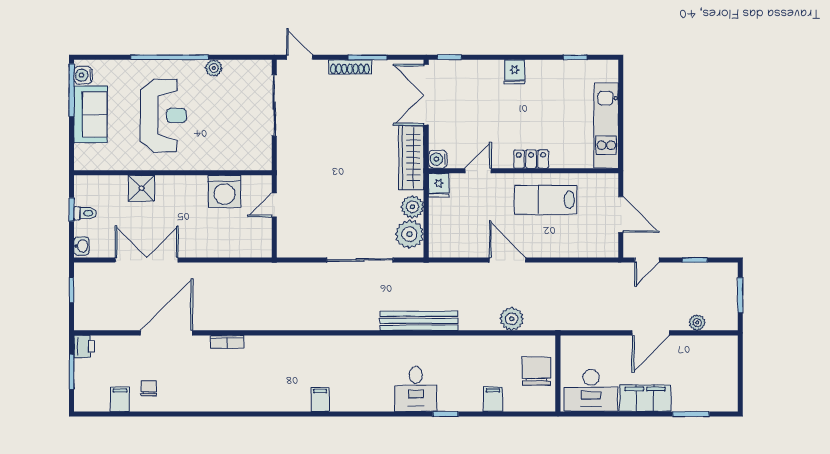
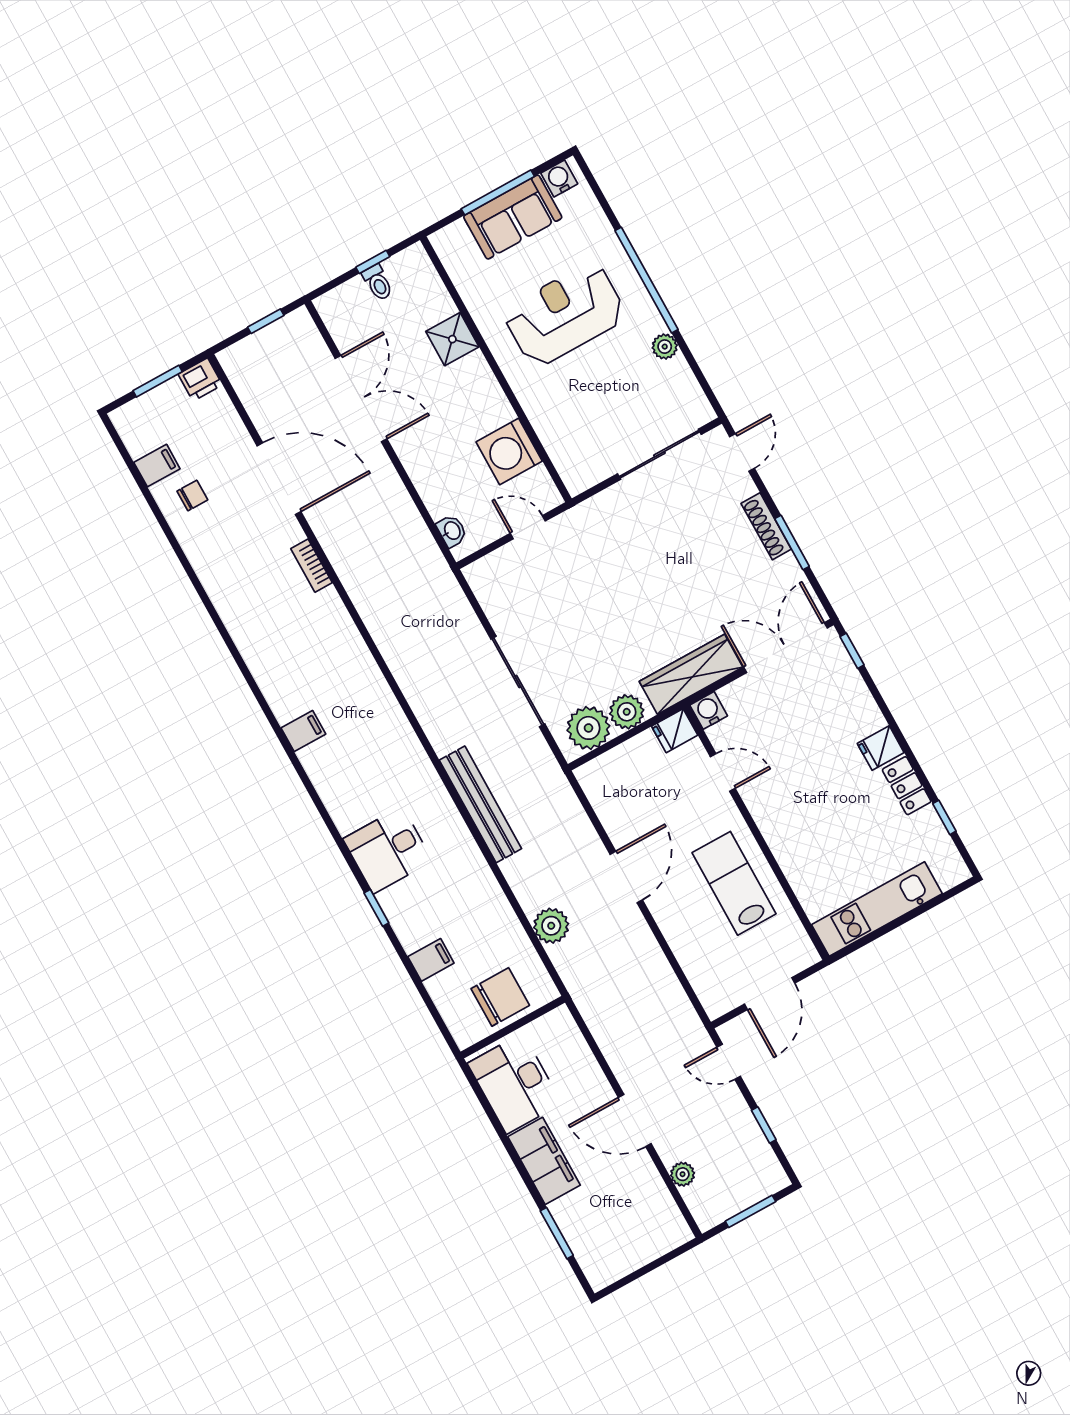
window: (72, 90) -> (498, 193), moved
reception desk: (163, 115) -> (565, 314), turned 180
locker: (531, 159) -> (907, 786), moved, turned 180
washbasin: (82, 246) -> (452, 531), moved, turned -90

